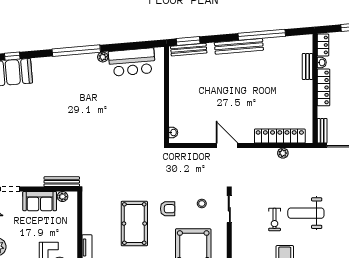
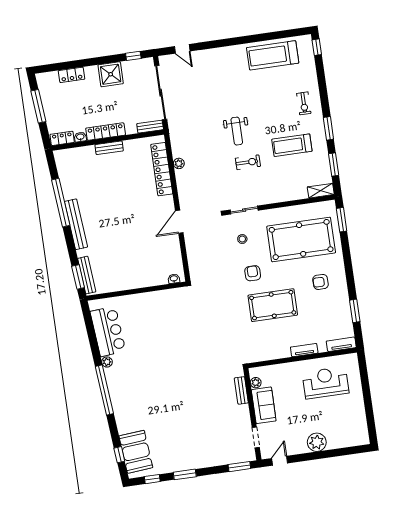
bench: (308, 66) -> (109, 148), moved
bench: (62, 182) -> (241, 390), width x0.73
weight bench: (306, 213) -> (237, 131), width x0.73, depth x0.75

